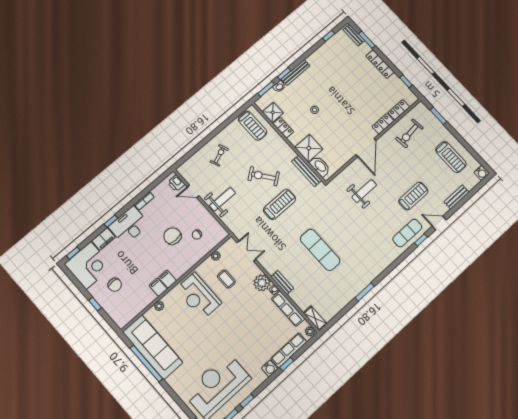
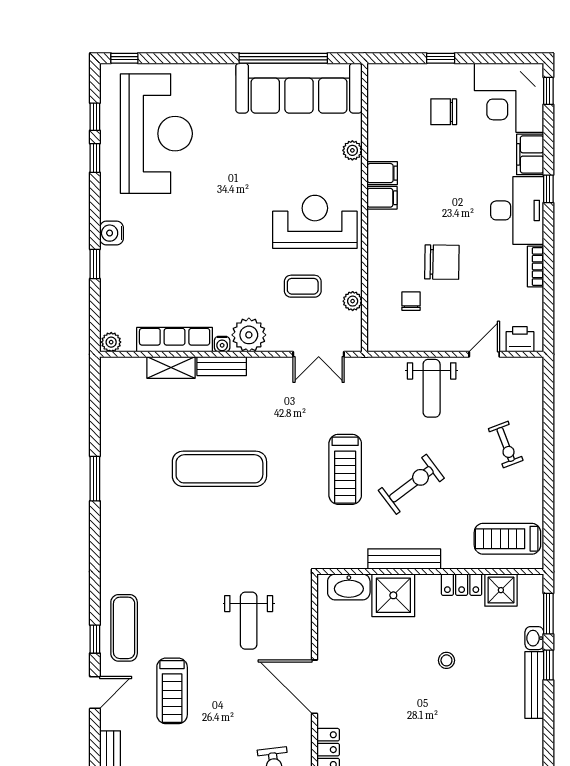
bench: (307, 171) -> (404, 559), moved
shelving: (315, 318) -> (171, 367), moved
row of seats: (289, 350) -> (112, 285), removed

